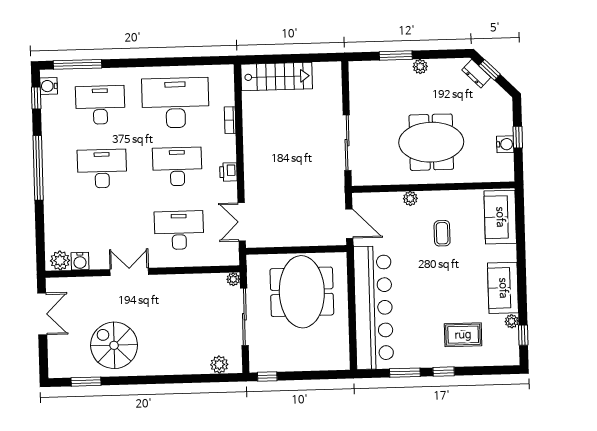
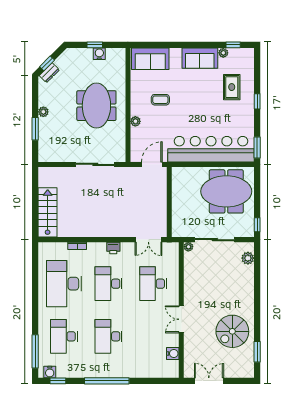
plant: (60, 261) -> (172, 367), removed
meeting table: (302, 292) -> (226, 191), moved
window: (405, 373) -> (257, 147), moved

